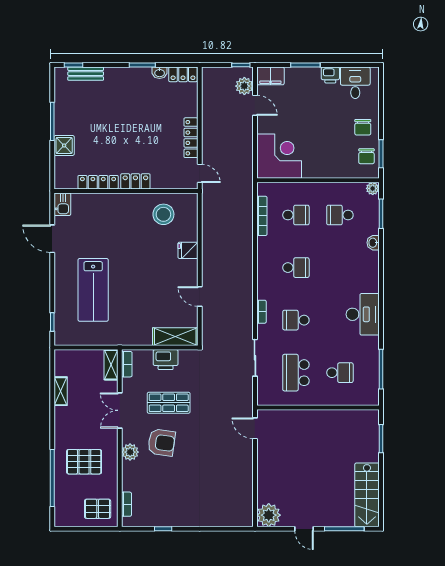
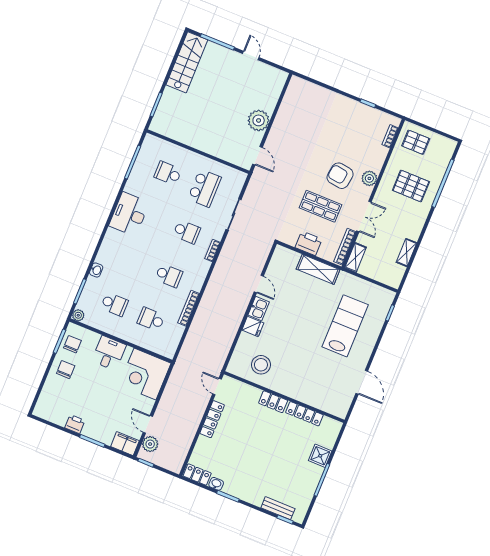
desk: (355, 83) -> (109, 353), moved, turned 180
kitchen sink: (62, 204) -> (259, 308), moved, turned 180
bookcase: (262, 216) -> (189, 308), moved
school desk: (296, 268) -> (169, 276), turned 180
shelving: (175, 337) -> (318, 269), moved
bookcase: (127, 364) -> (345, 247), width x1.56
plant: (269, 515) -> (259, 120), moved

